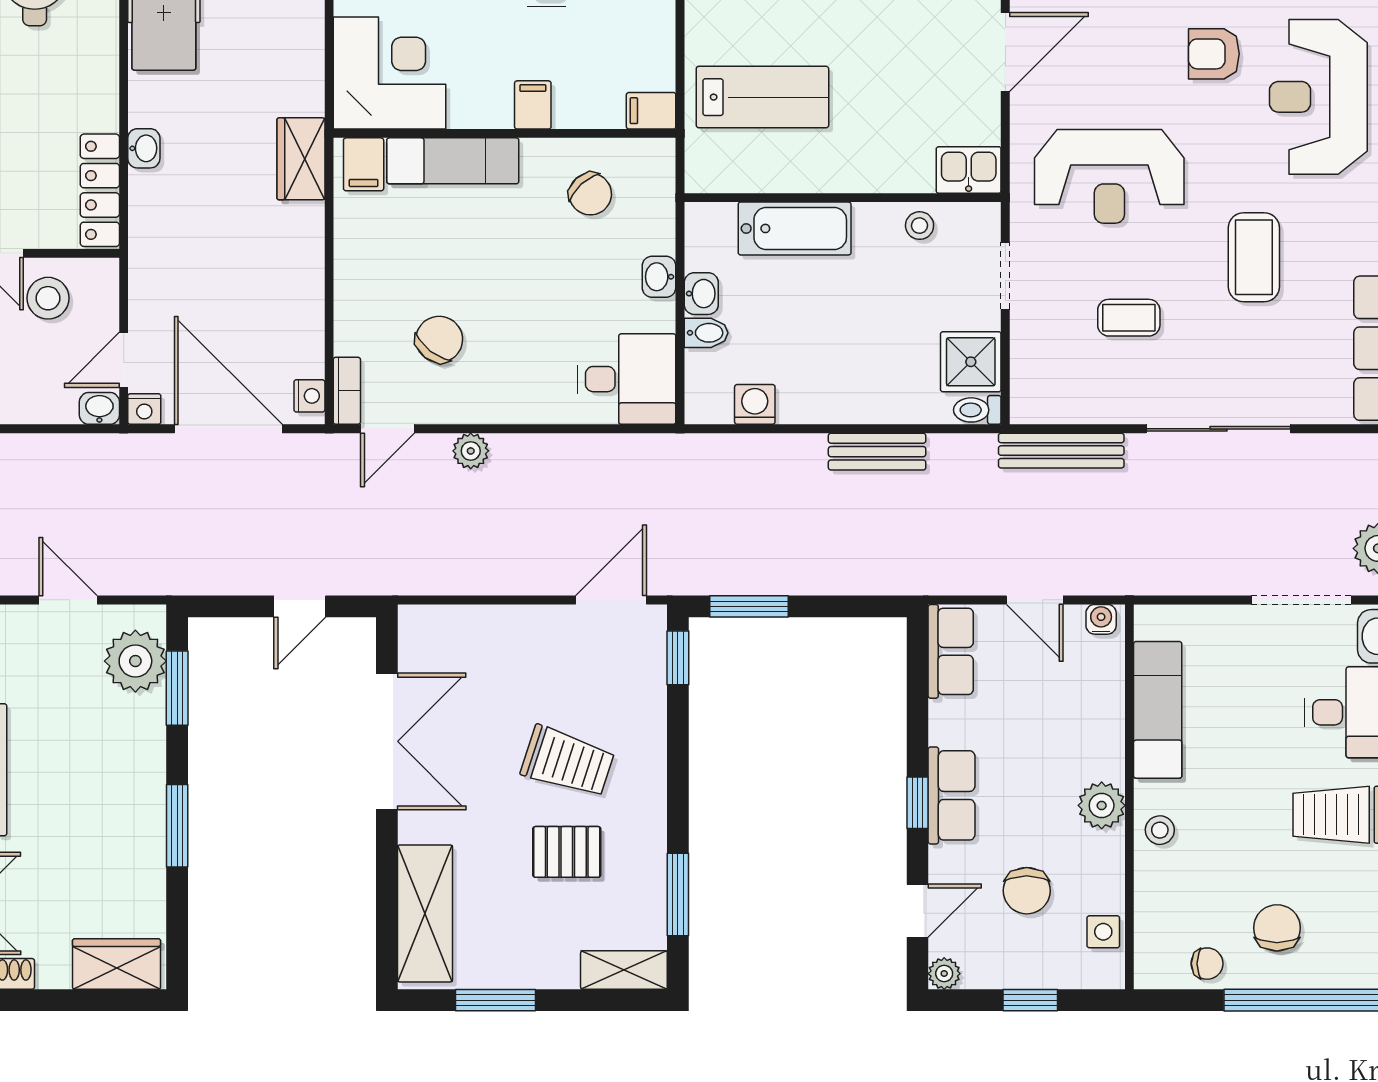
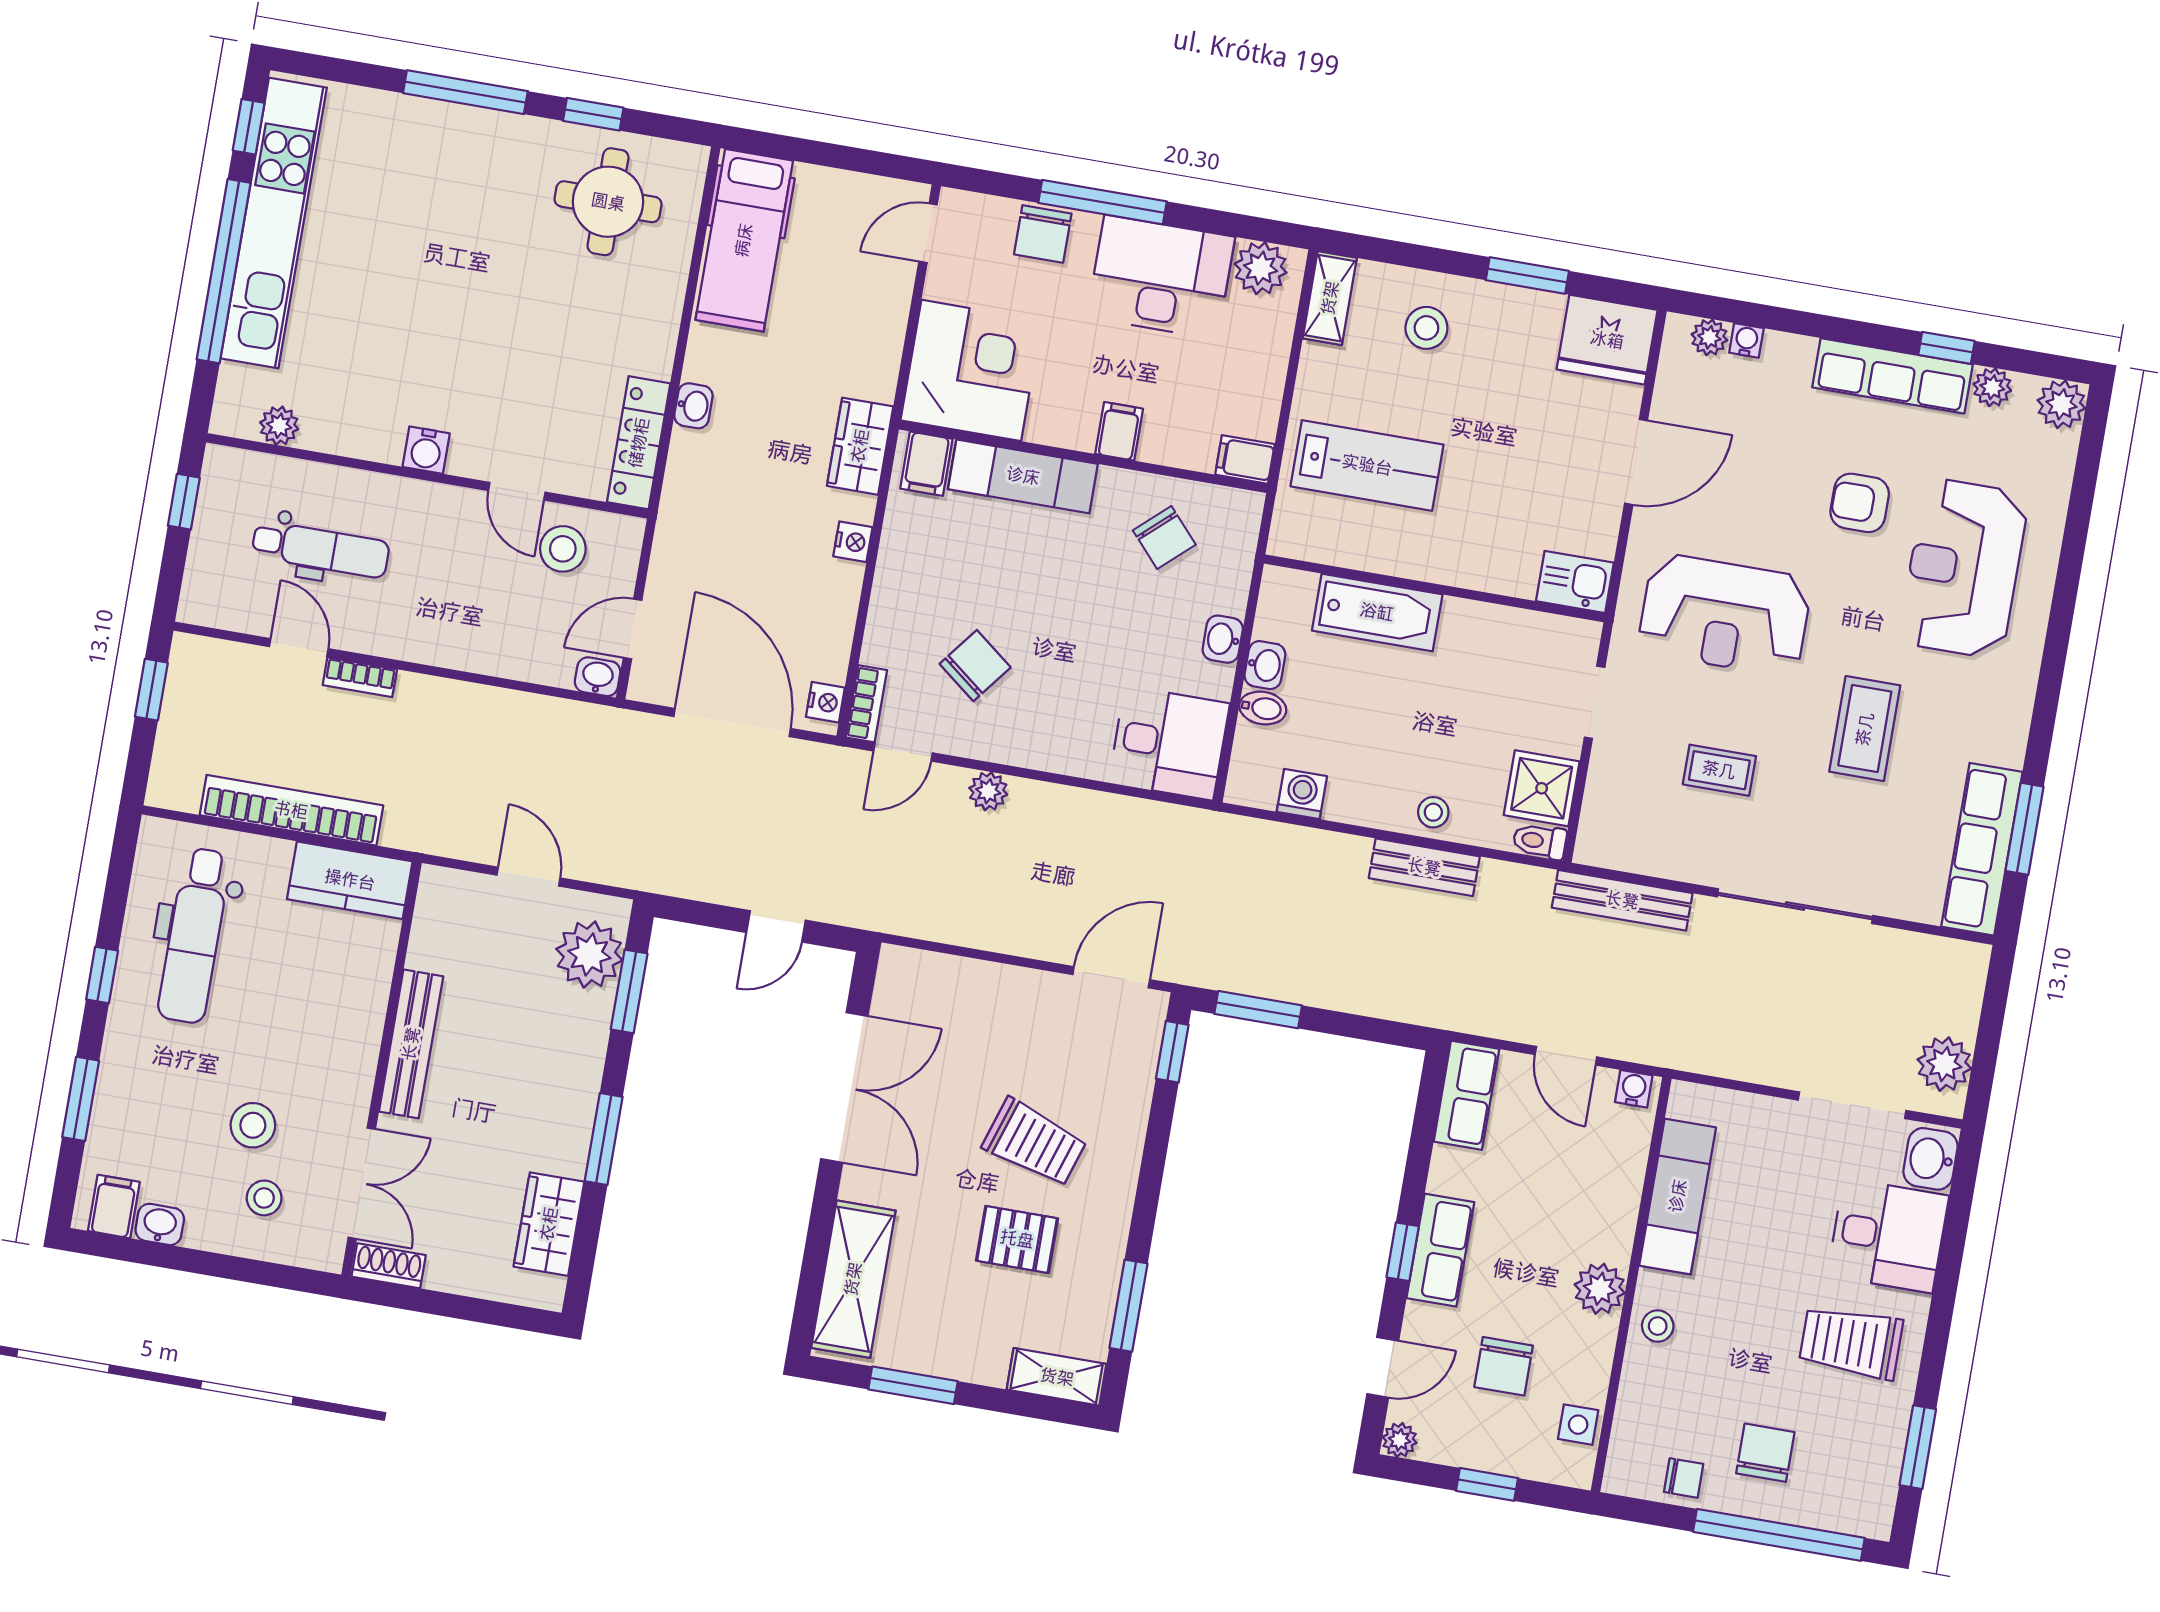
stool: (920, 226) -> (1433, 812), moved
nightstand: (144, 409) -> (853, 542), moved, turned -90
wardrobe: (116, 964) -> (549, 1224), moved, turned -90

